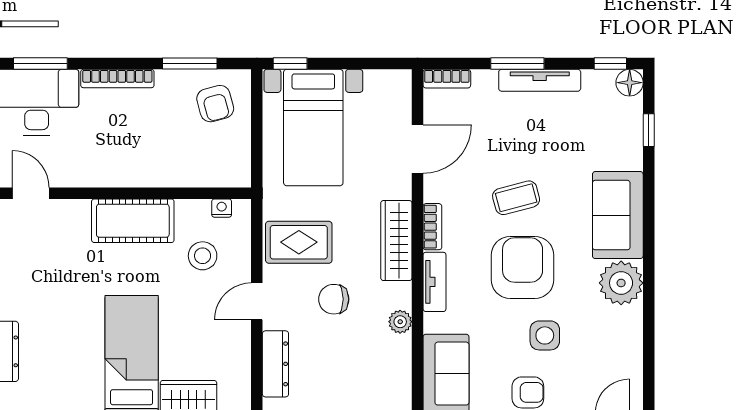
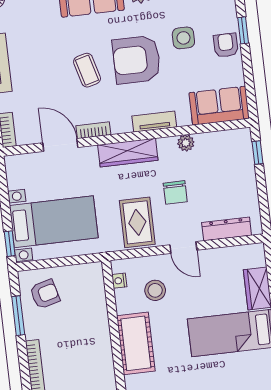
bookcase: (432, 227) -> (93, 130), moved

